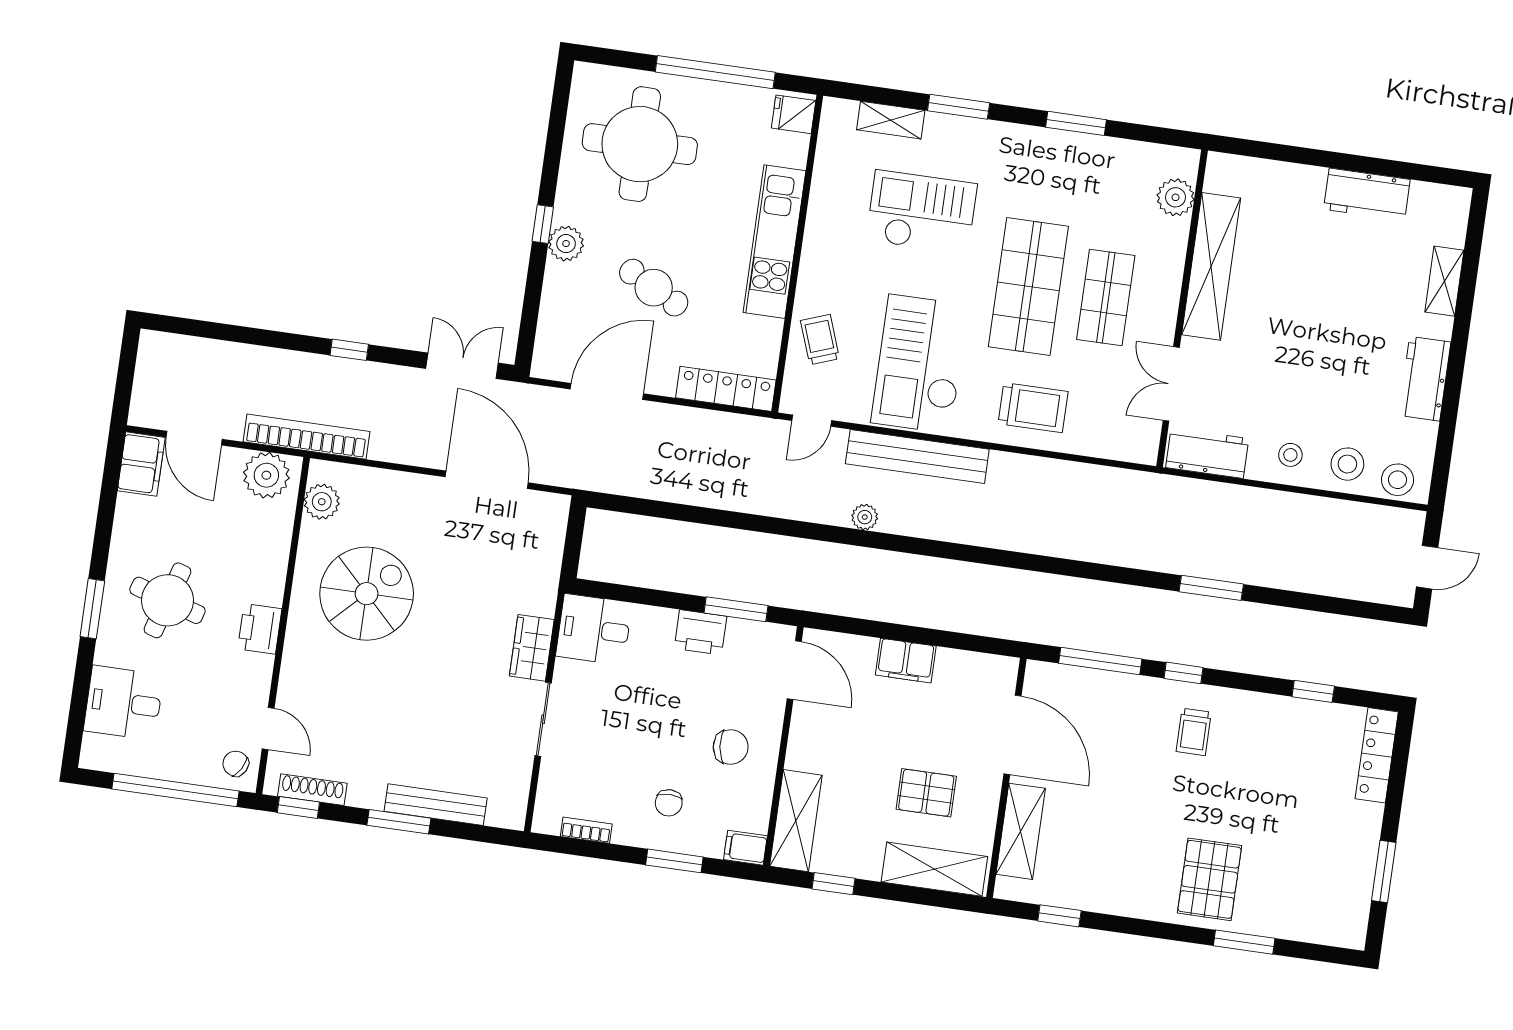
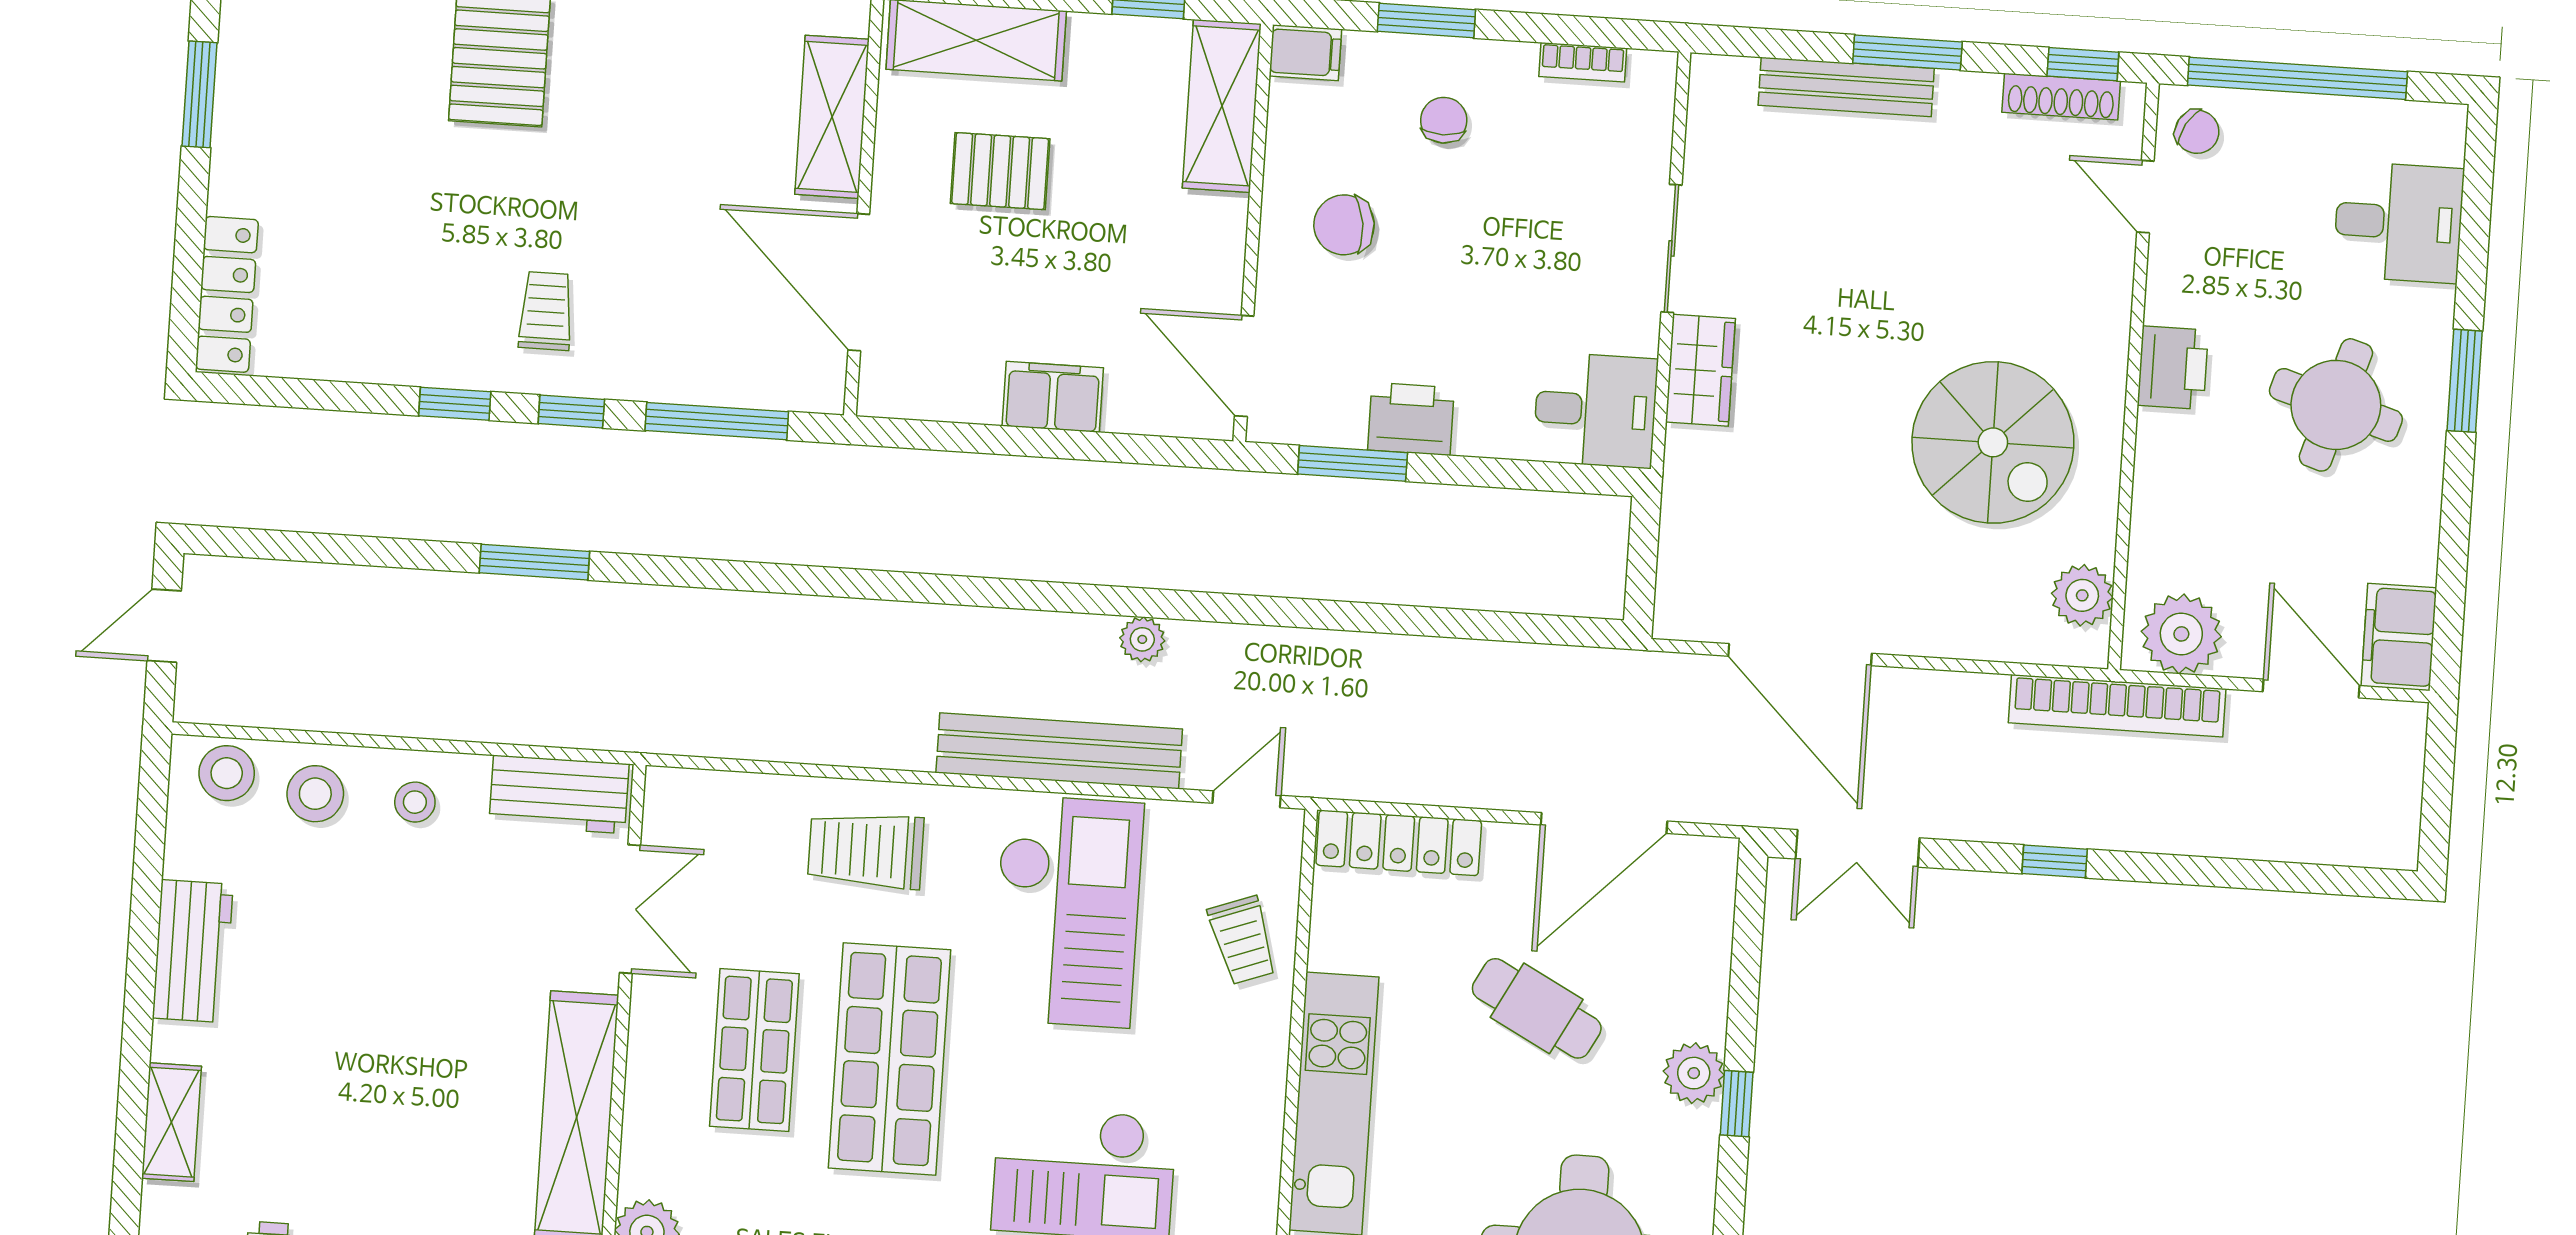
spiral stairs: (367, 594) -> (1993, 442), turned -90
window: (1313, 691) -> (455, 404), moved

